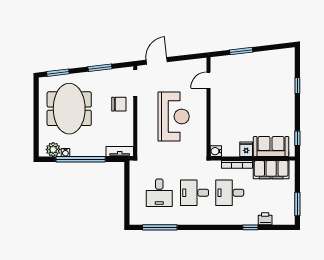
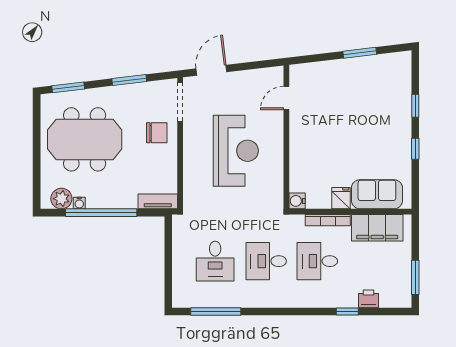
window: (241, 51) -> (360, 53), moved
meeting table: (69, 109) -> (85, 139), turned 90
window: (297, 138) -> (415, 149), moved

